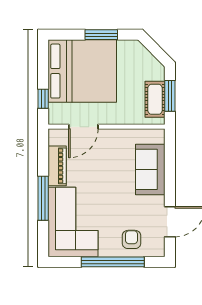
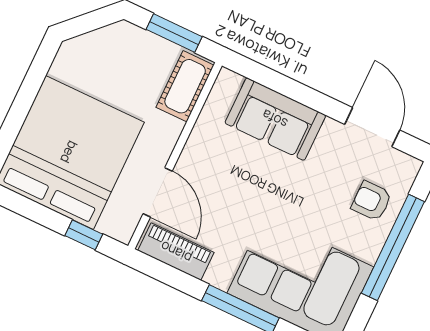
window: (101, 35) -> (26, 96), removed
cot: (155, 99) -> (185, 86), moved, turned 90
piano: (57, 166) -> (176, 252), moved

